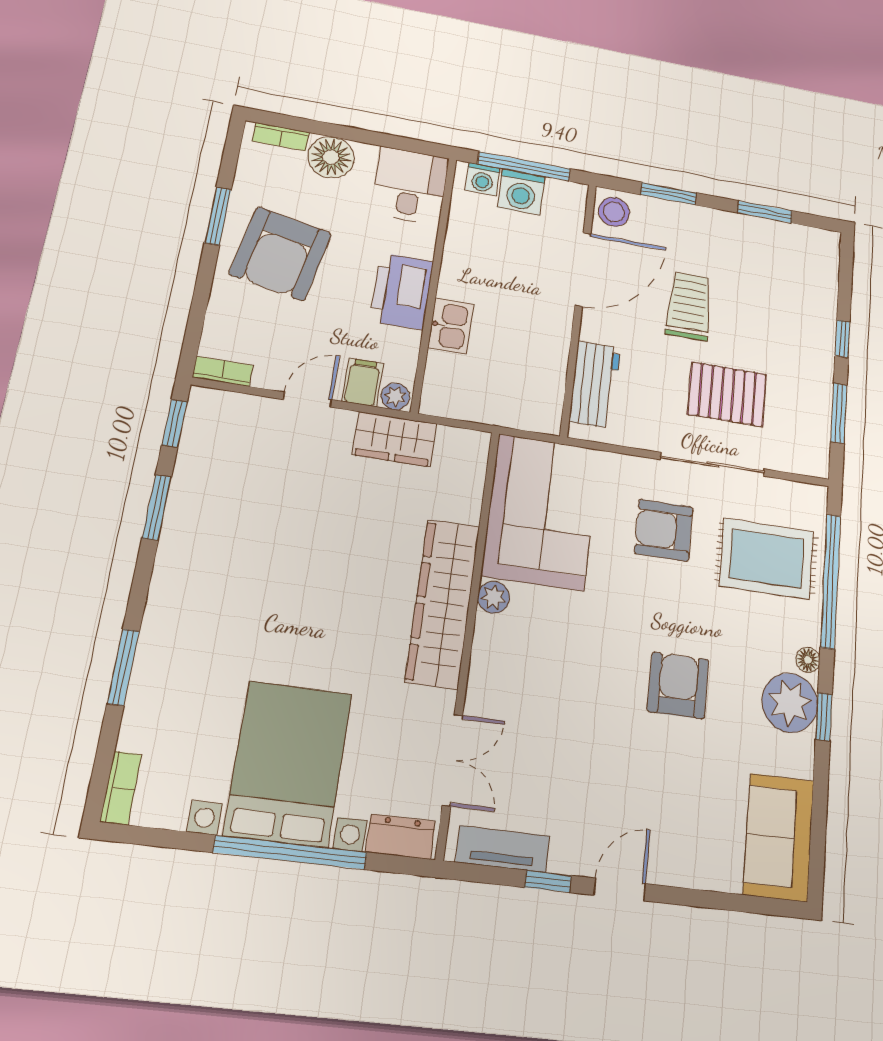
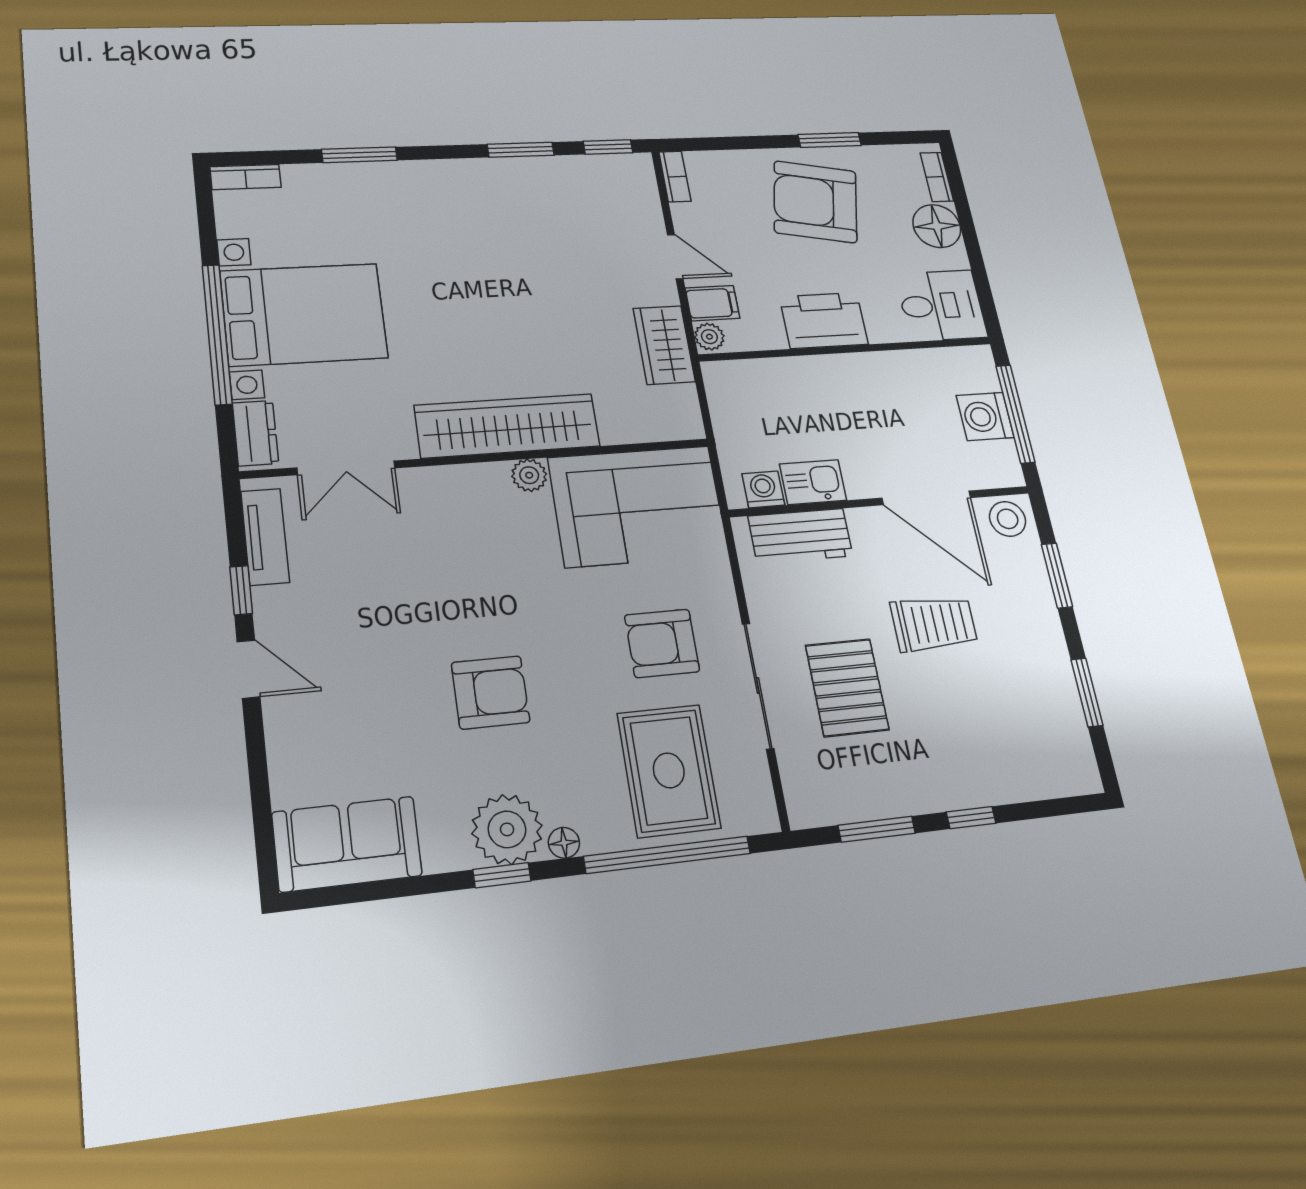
washing machine: (483, 179) -> (763, 489), moved, turned 90
kitchen sink: (451, 326) -> (813, 482), moved, turned 180
armchair: (664, 530) -> (662, 643), turned -90

